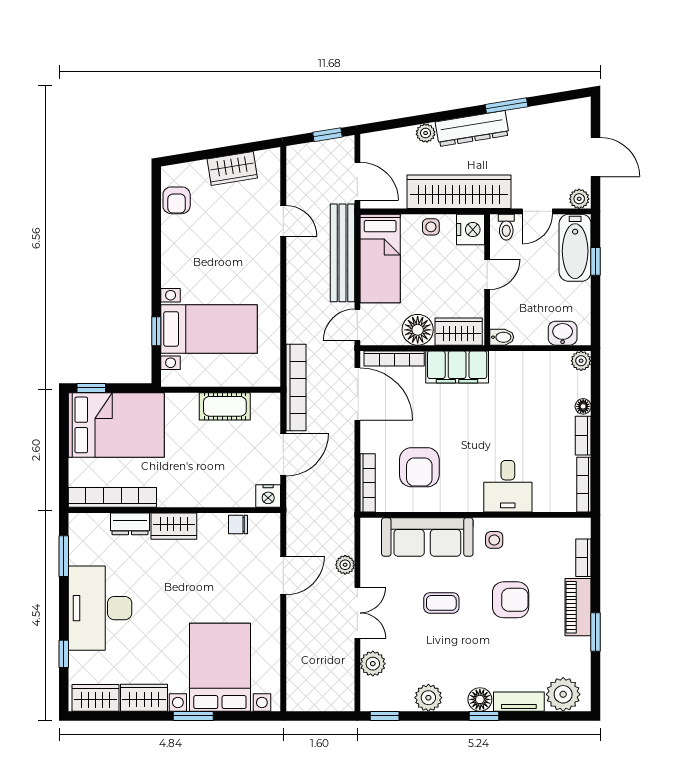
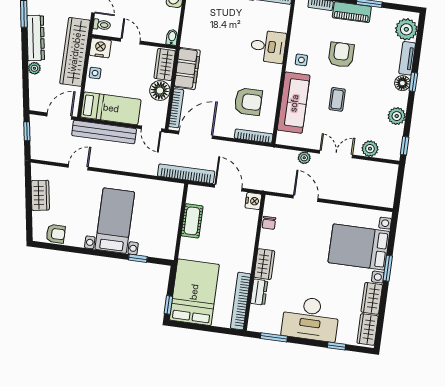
bed with nightstands: (209, 329) -> (115, 221), moved

